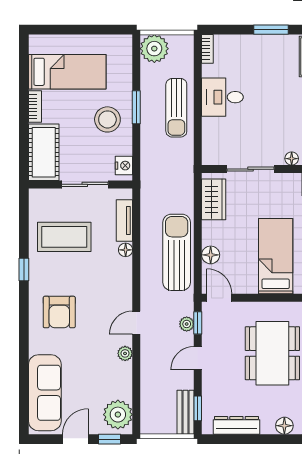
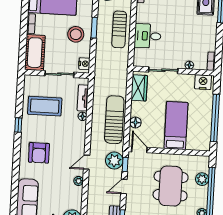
desk: (222, 97) -> (148, 36), moved
plant: (187, 324) -> (114, 161), width x1.88, depth x1.88

